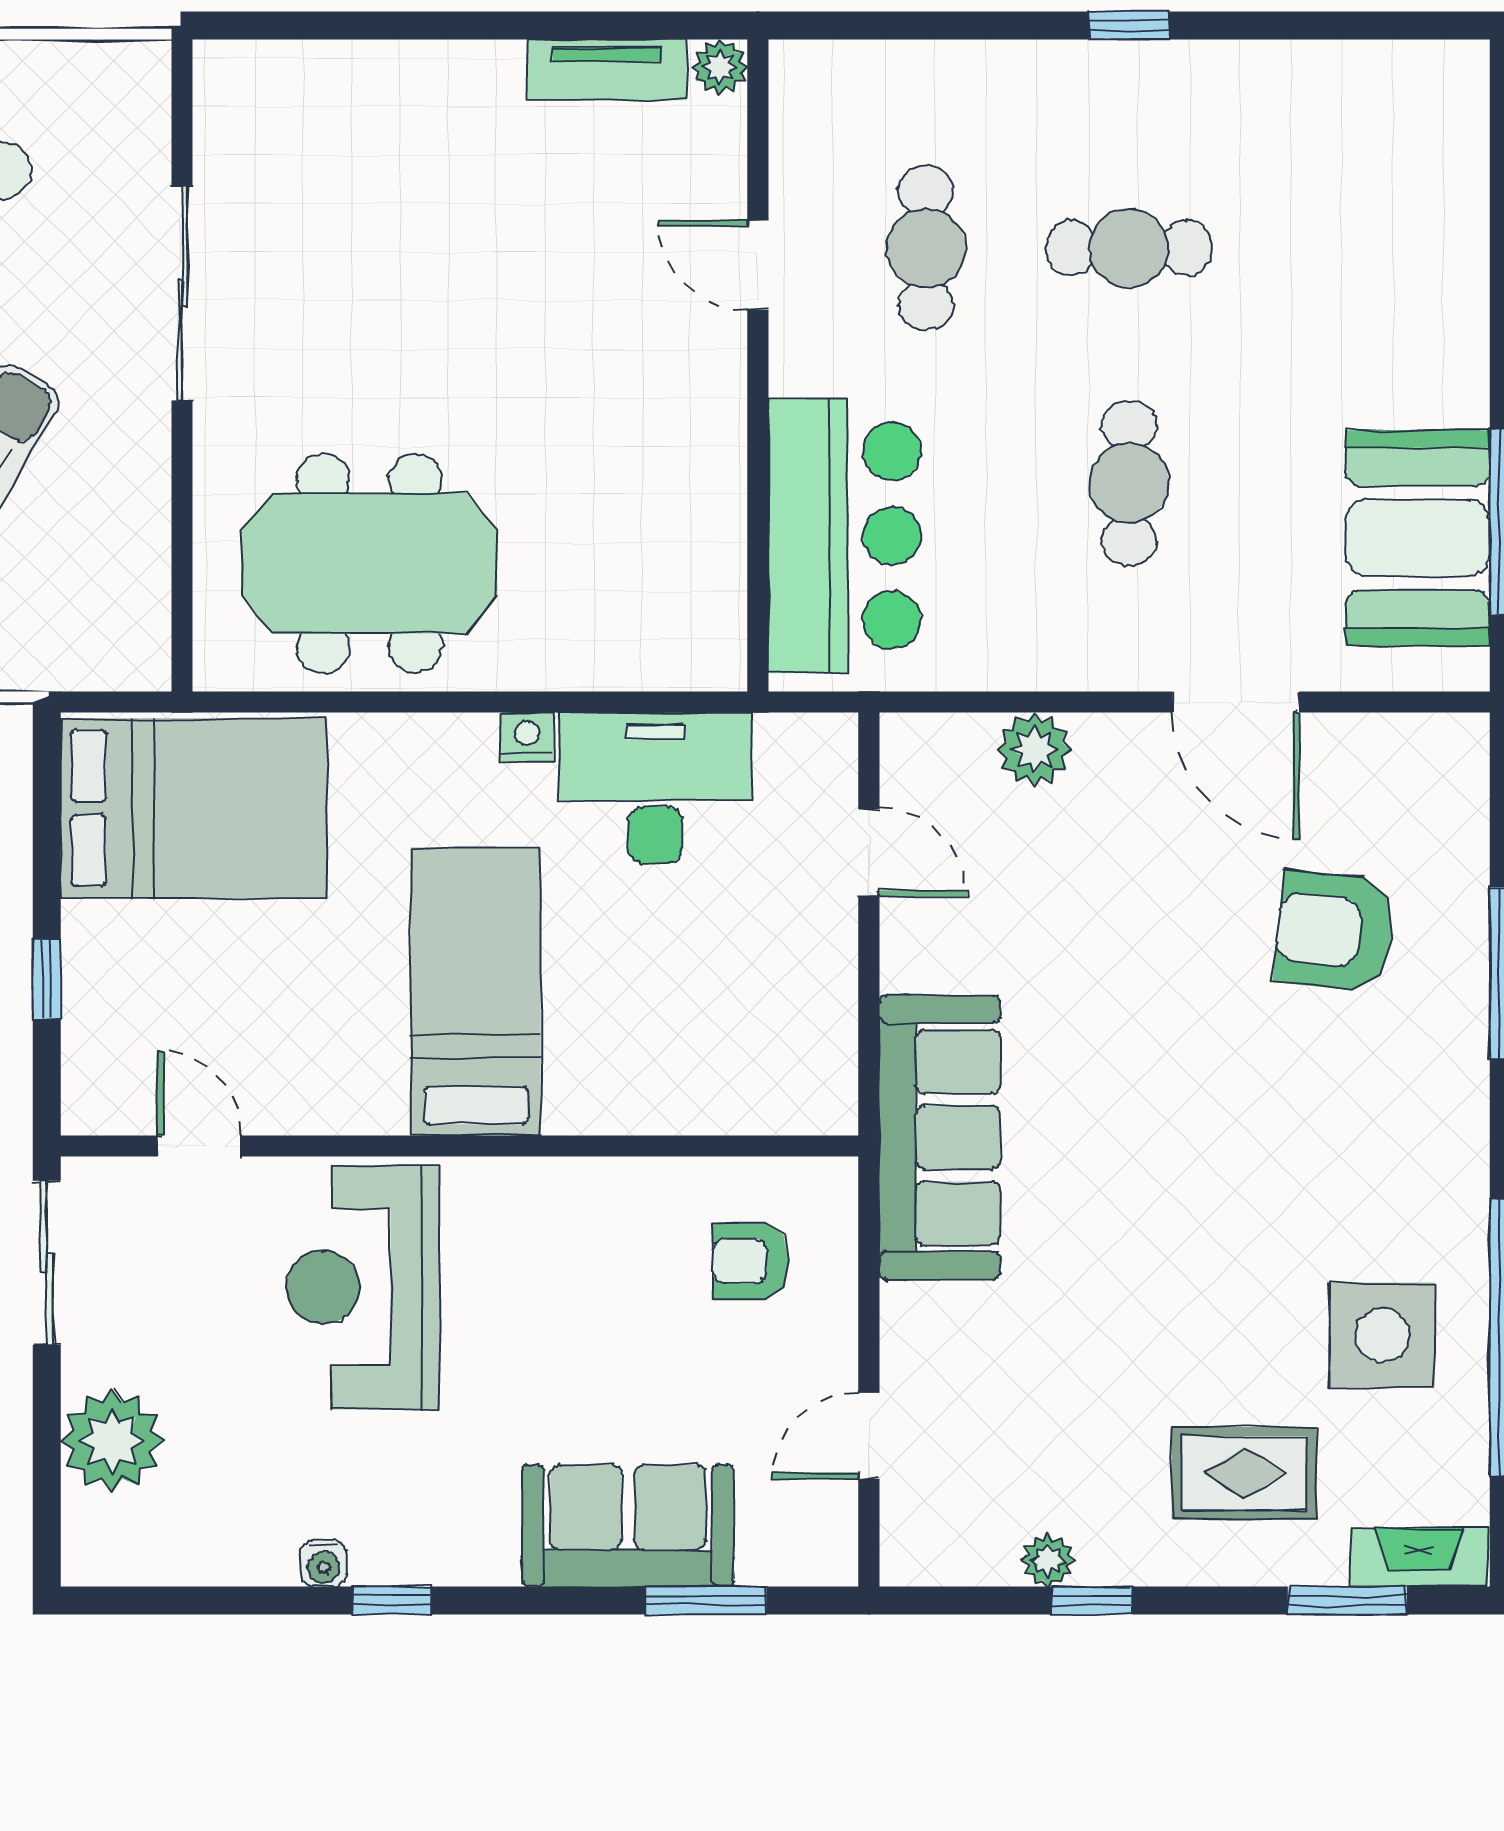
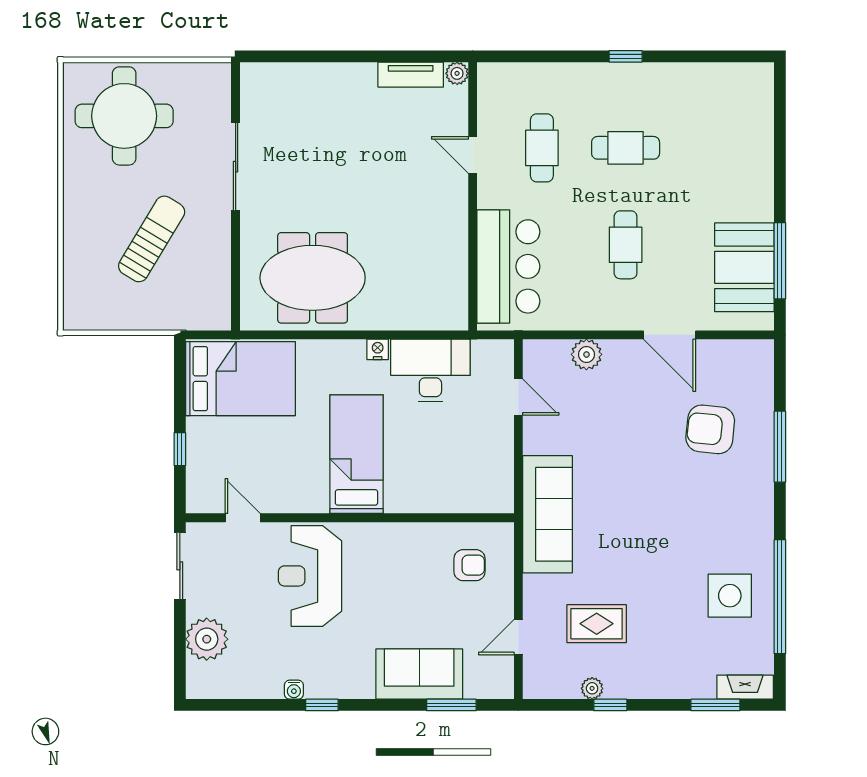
armchair: (750, 1261) -> (470, 565), turned 180
rug: (1244, 1473) -> (597, 624), moved

